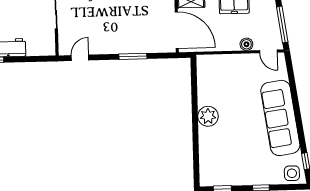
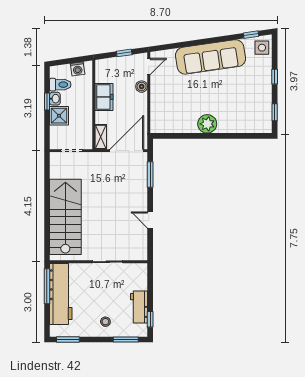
window: (282, 25) -> (124, 53), width x0.46
window: (133, 56) -> (150, 174), moved
door: (80, 58) -> (150, 220), moved

